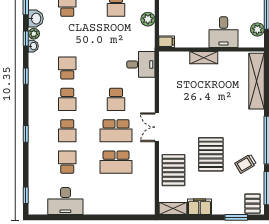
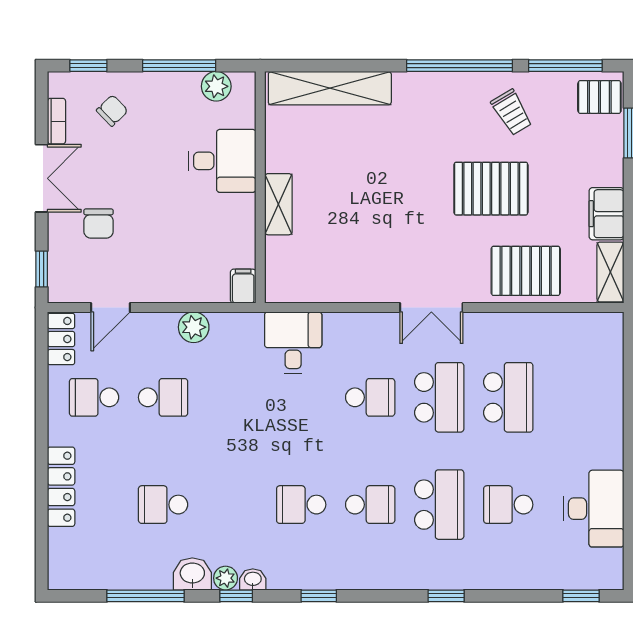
school desk: (67, 131) -> (439, 505), width x1.85

